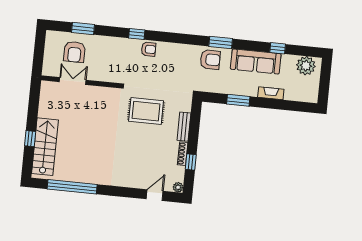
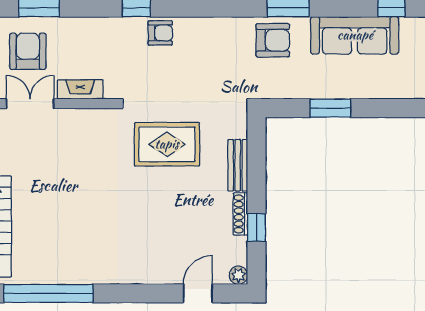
armchair: (74, 52) -> (28, 51), turned 180
fireplace: (271, 93) -> (80, 89), moved

